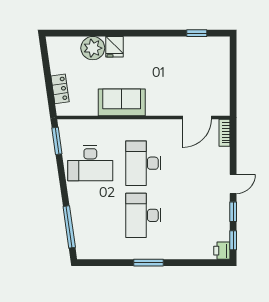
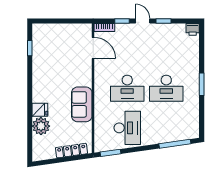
locker: (60, 89) -> (72, 151), width x1.53
window: (233, 240) -> (122, 21), moved

